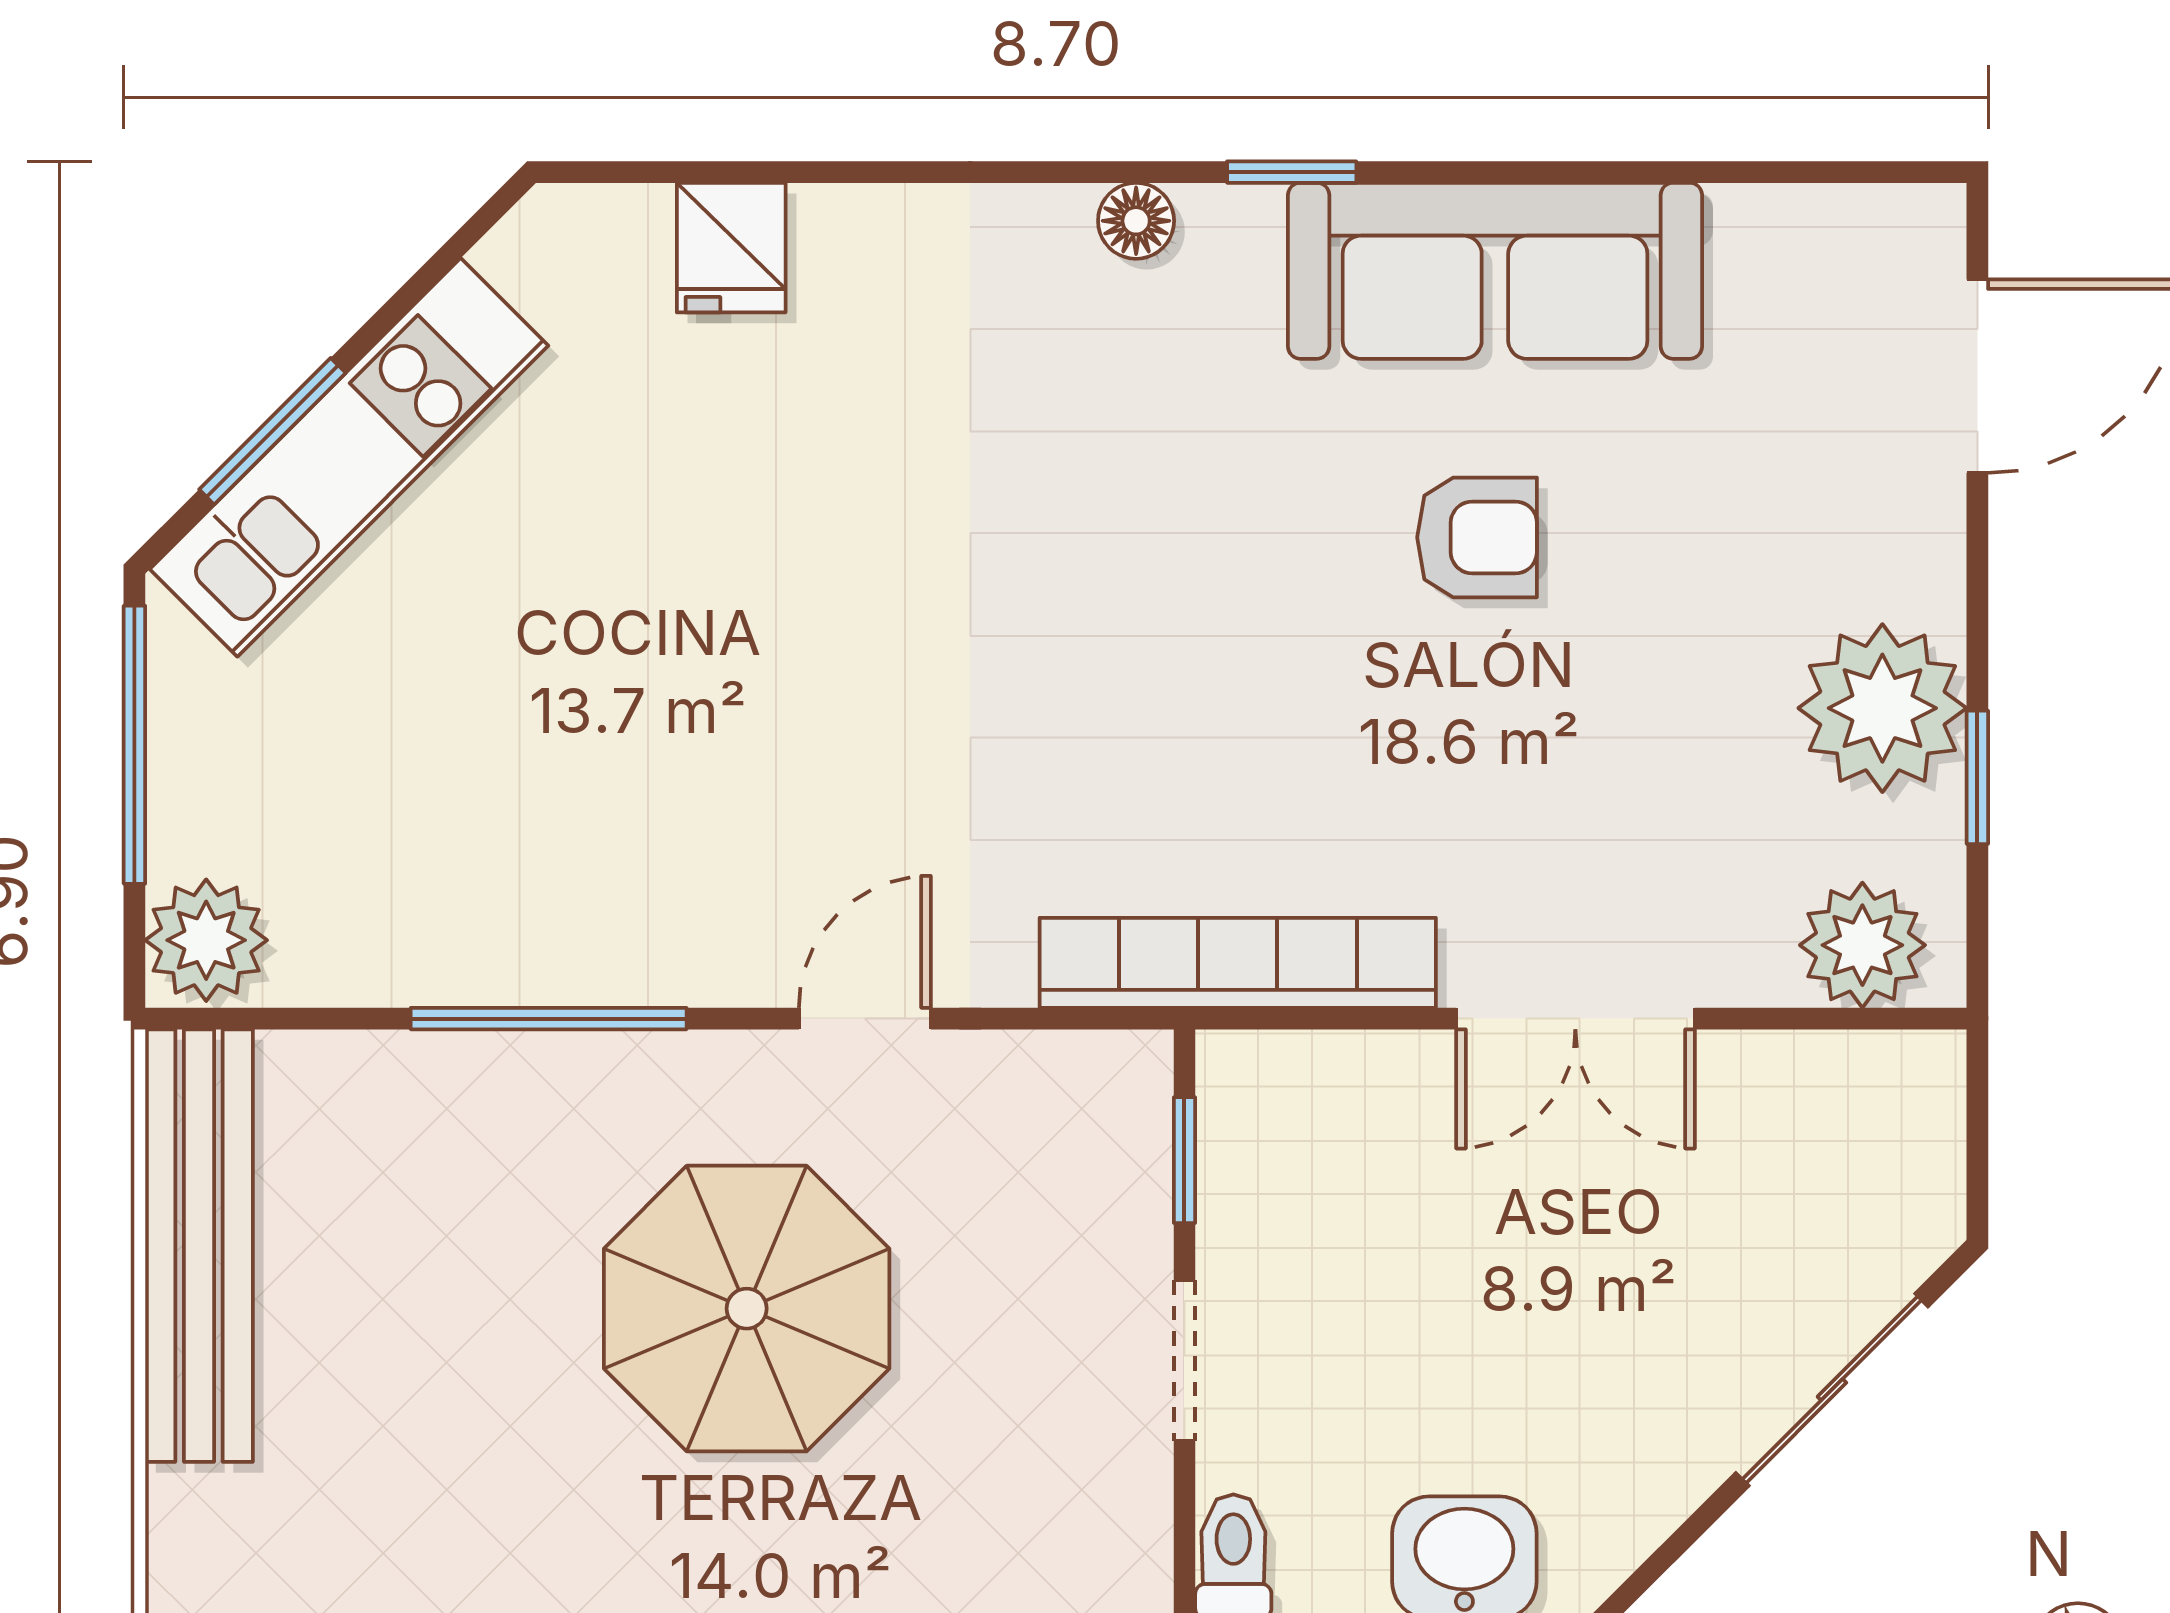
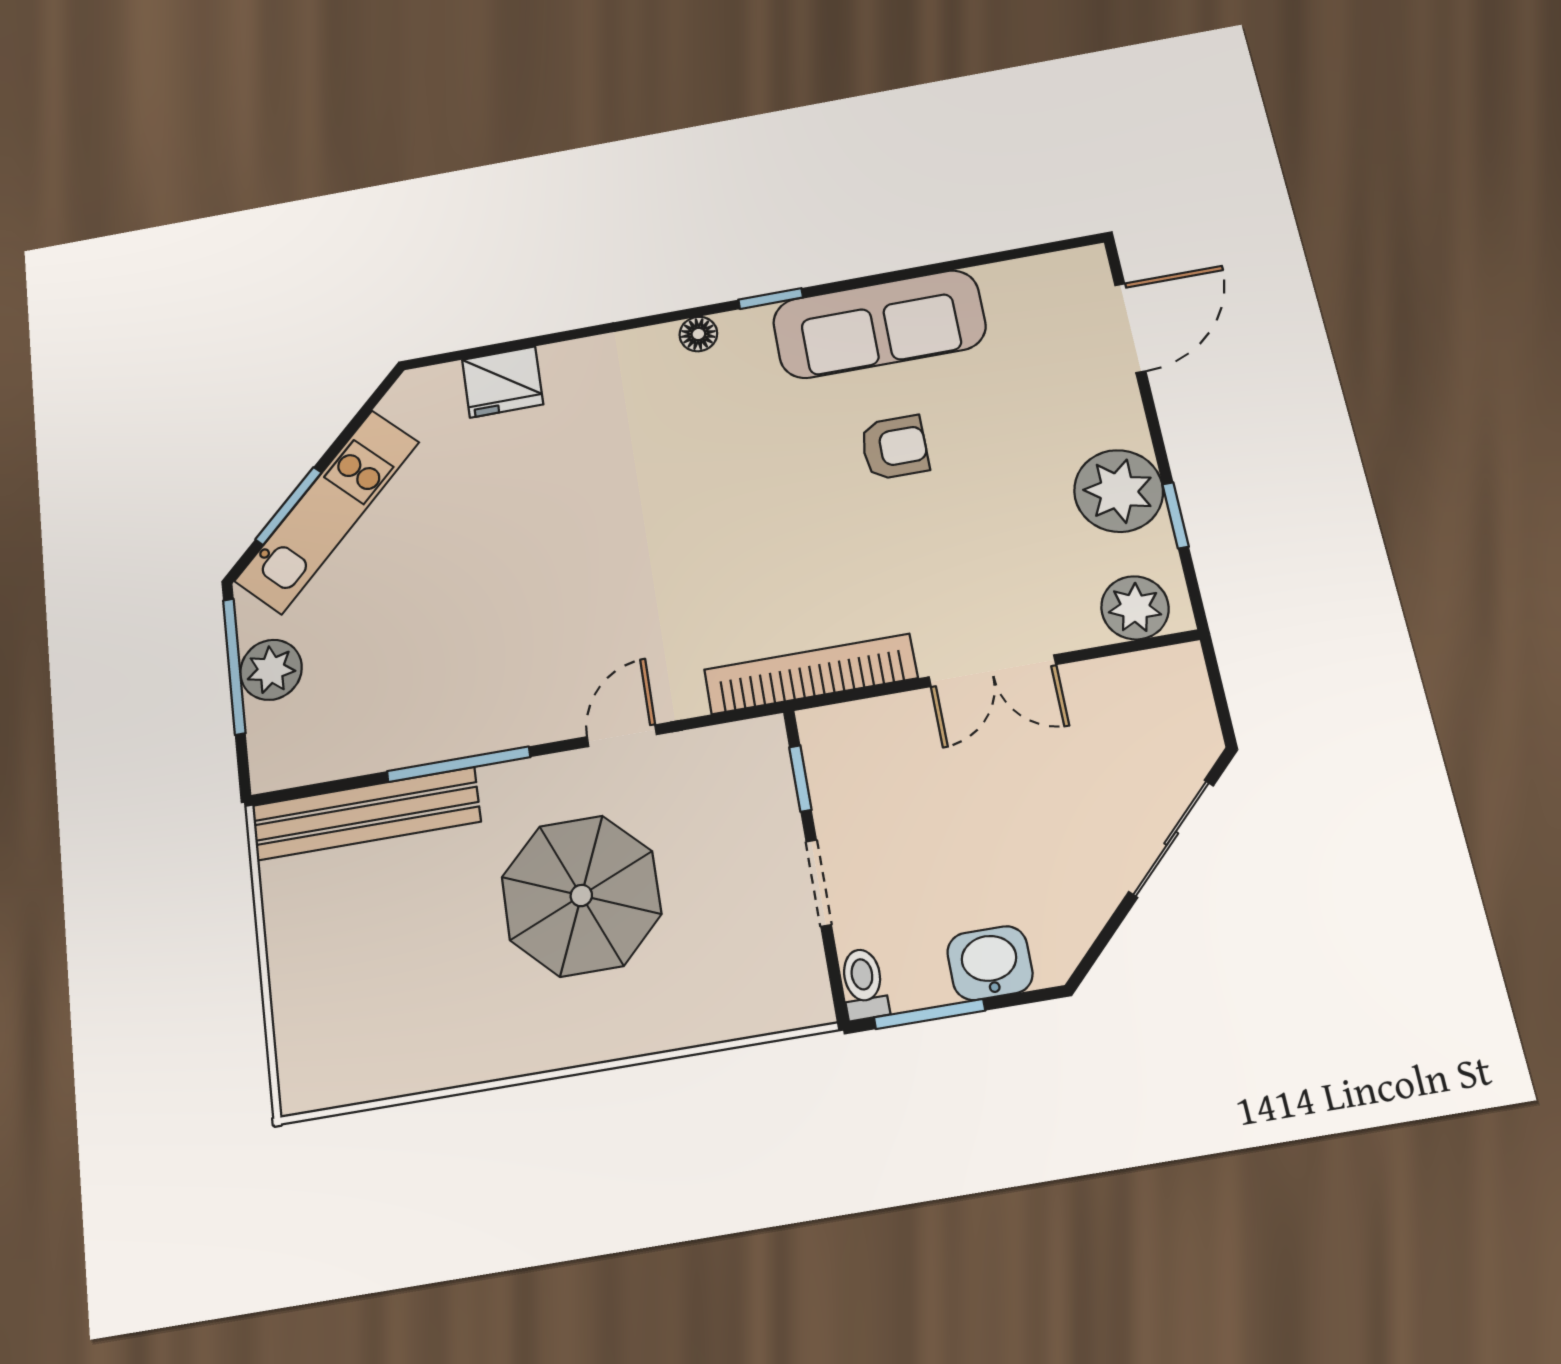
fridge: (731, 248) -> (503, 382), width x1.38
plant: (206, 940) -> (271, 670), moved
bench: (199, 1246) -> (366, 814), moved, turned 90

